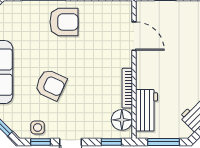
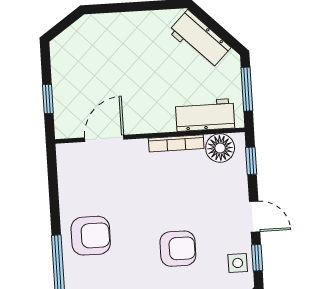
armchair: (64, 22) -> (91, 236), turned 90
armchair: (51, 85) -> (178, 249), turned 65

